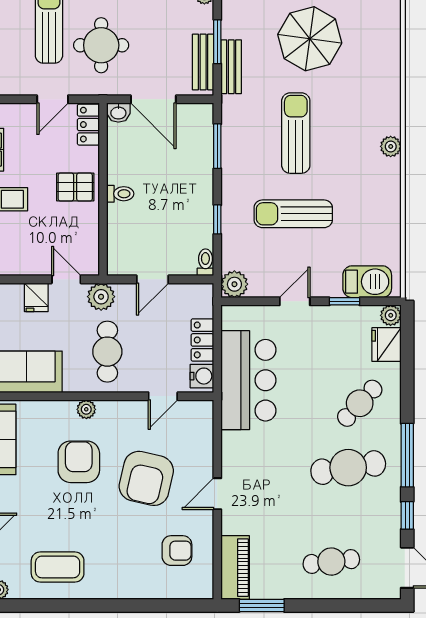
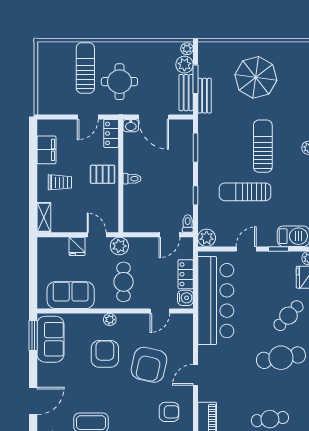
plant: (201, 19) -> (184, 65), added
sun lounger: (296, 133) -> (263, 146), moved
door: (152, 279) -> (170, 235), moved
bar counter: (248, 380) -> (216, 301), width x1.36

